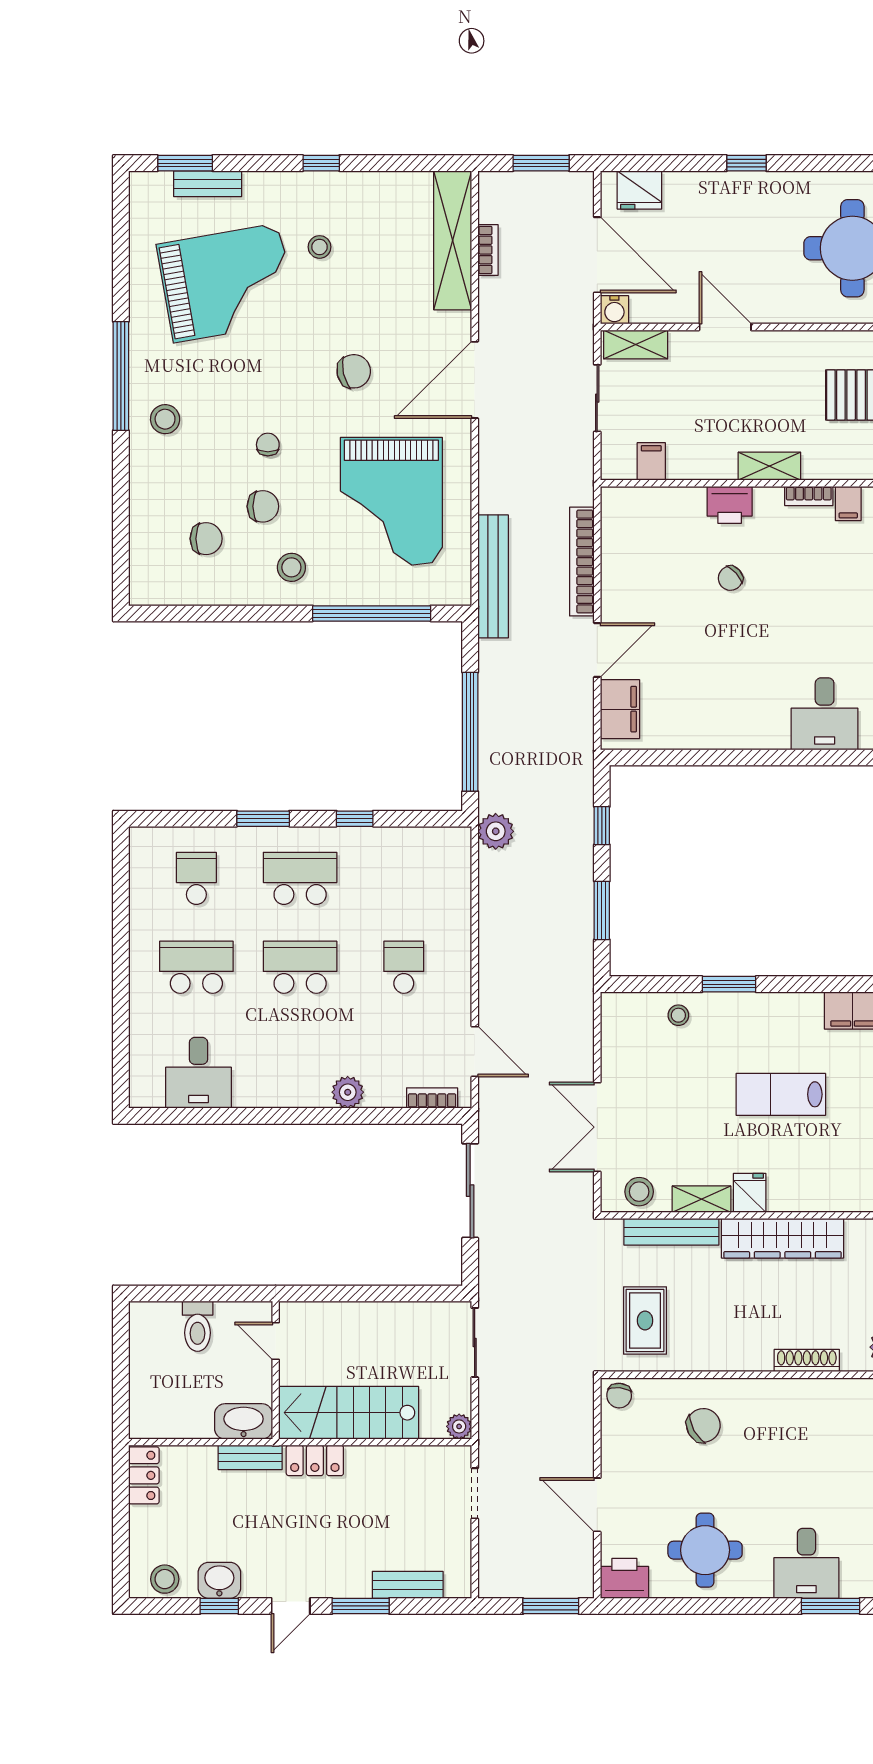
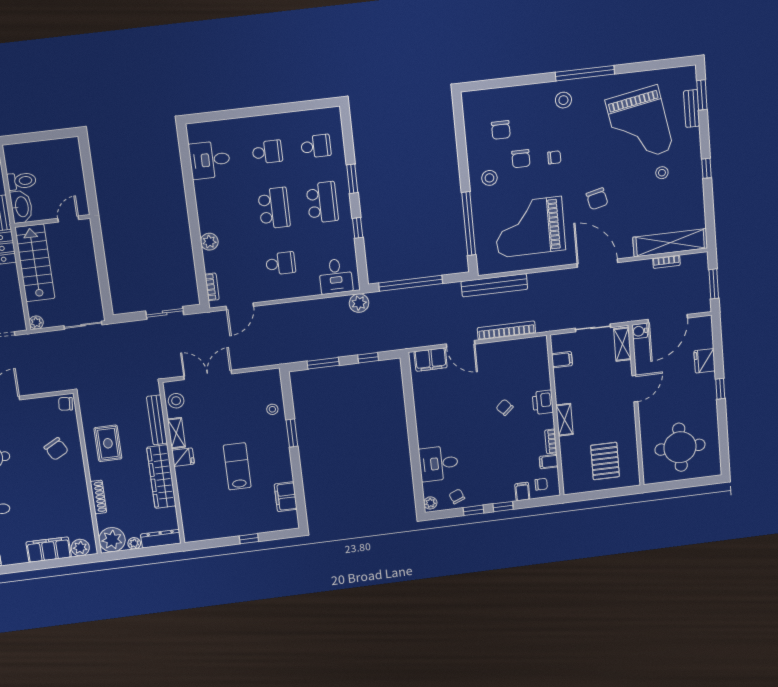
fridge: (639, 190) -> (705, 361), moved
desk: (440, 869) -> (336, 276), added
school desk: (196, 967) -> (267, 152), width x0.54
sliding door: (470, 1191) -> (165, 313), width x0.73
rug: (645, 1320) -> (108, 443), moved, turned 90
toilet: (198, 1326) -> (22, 181), moved, turned 180

